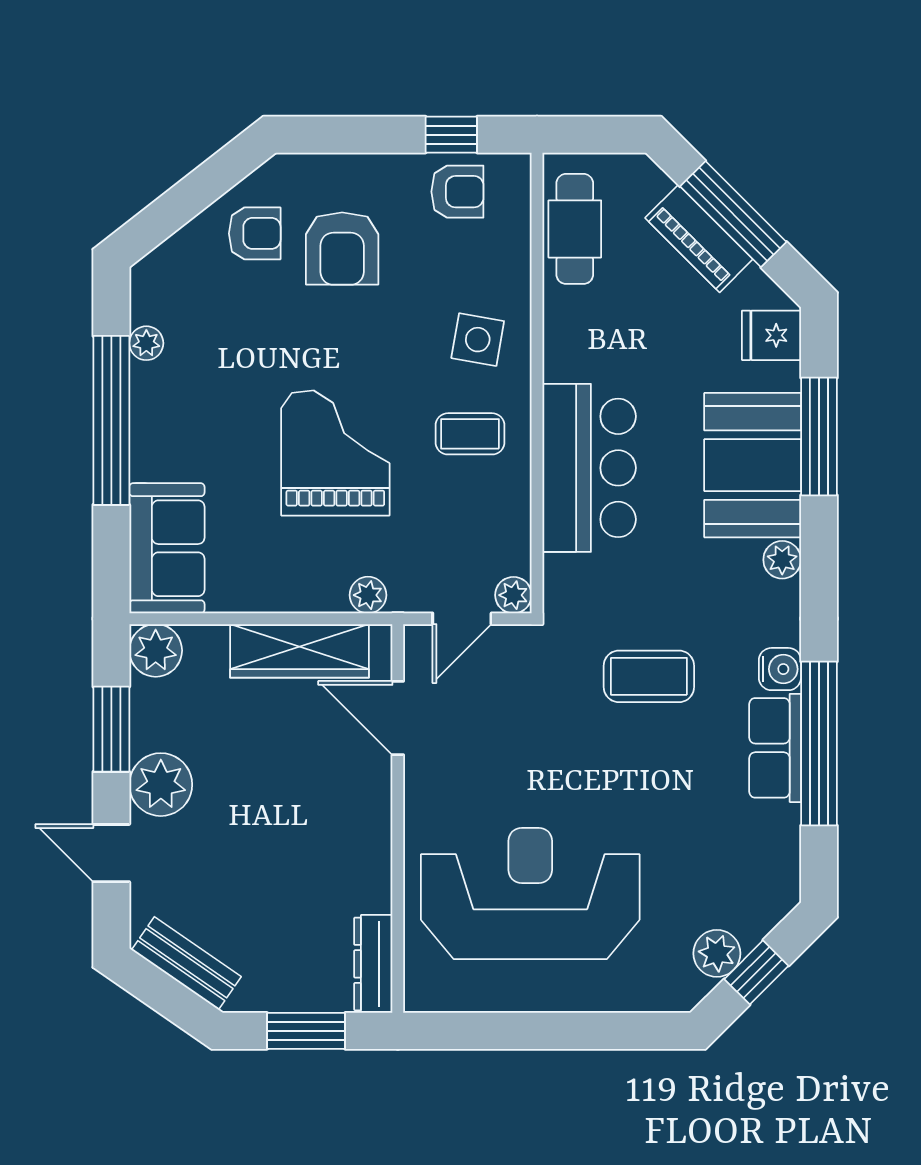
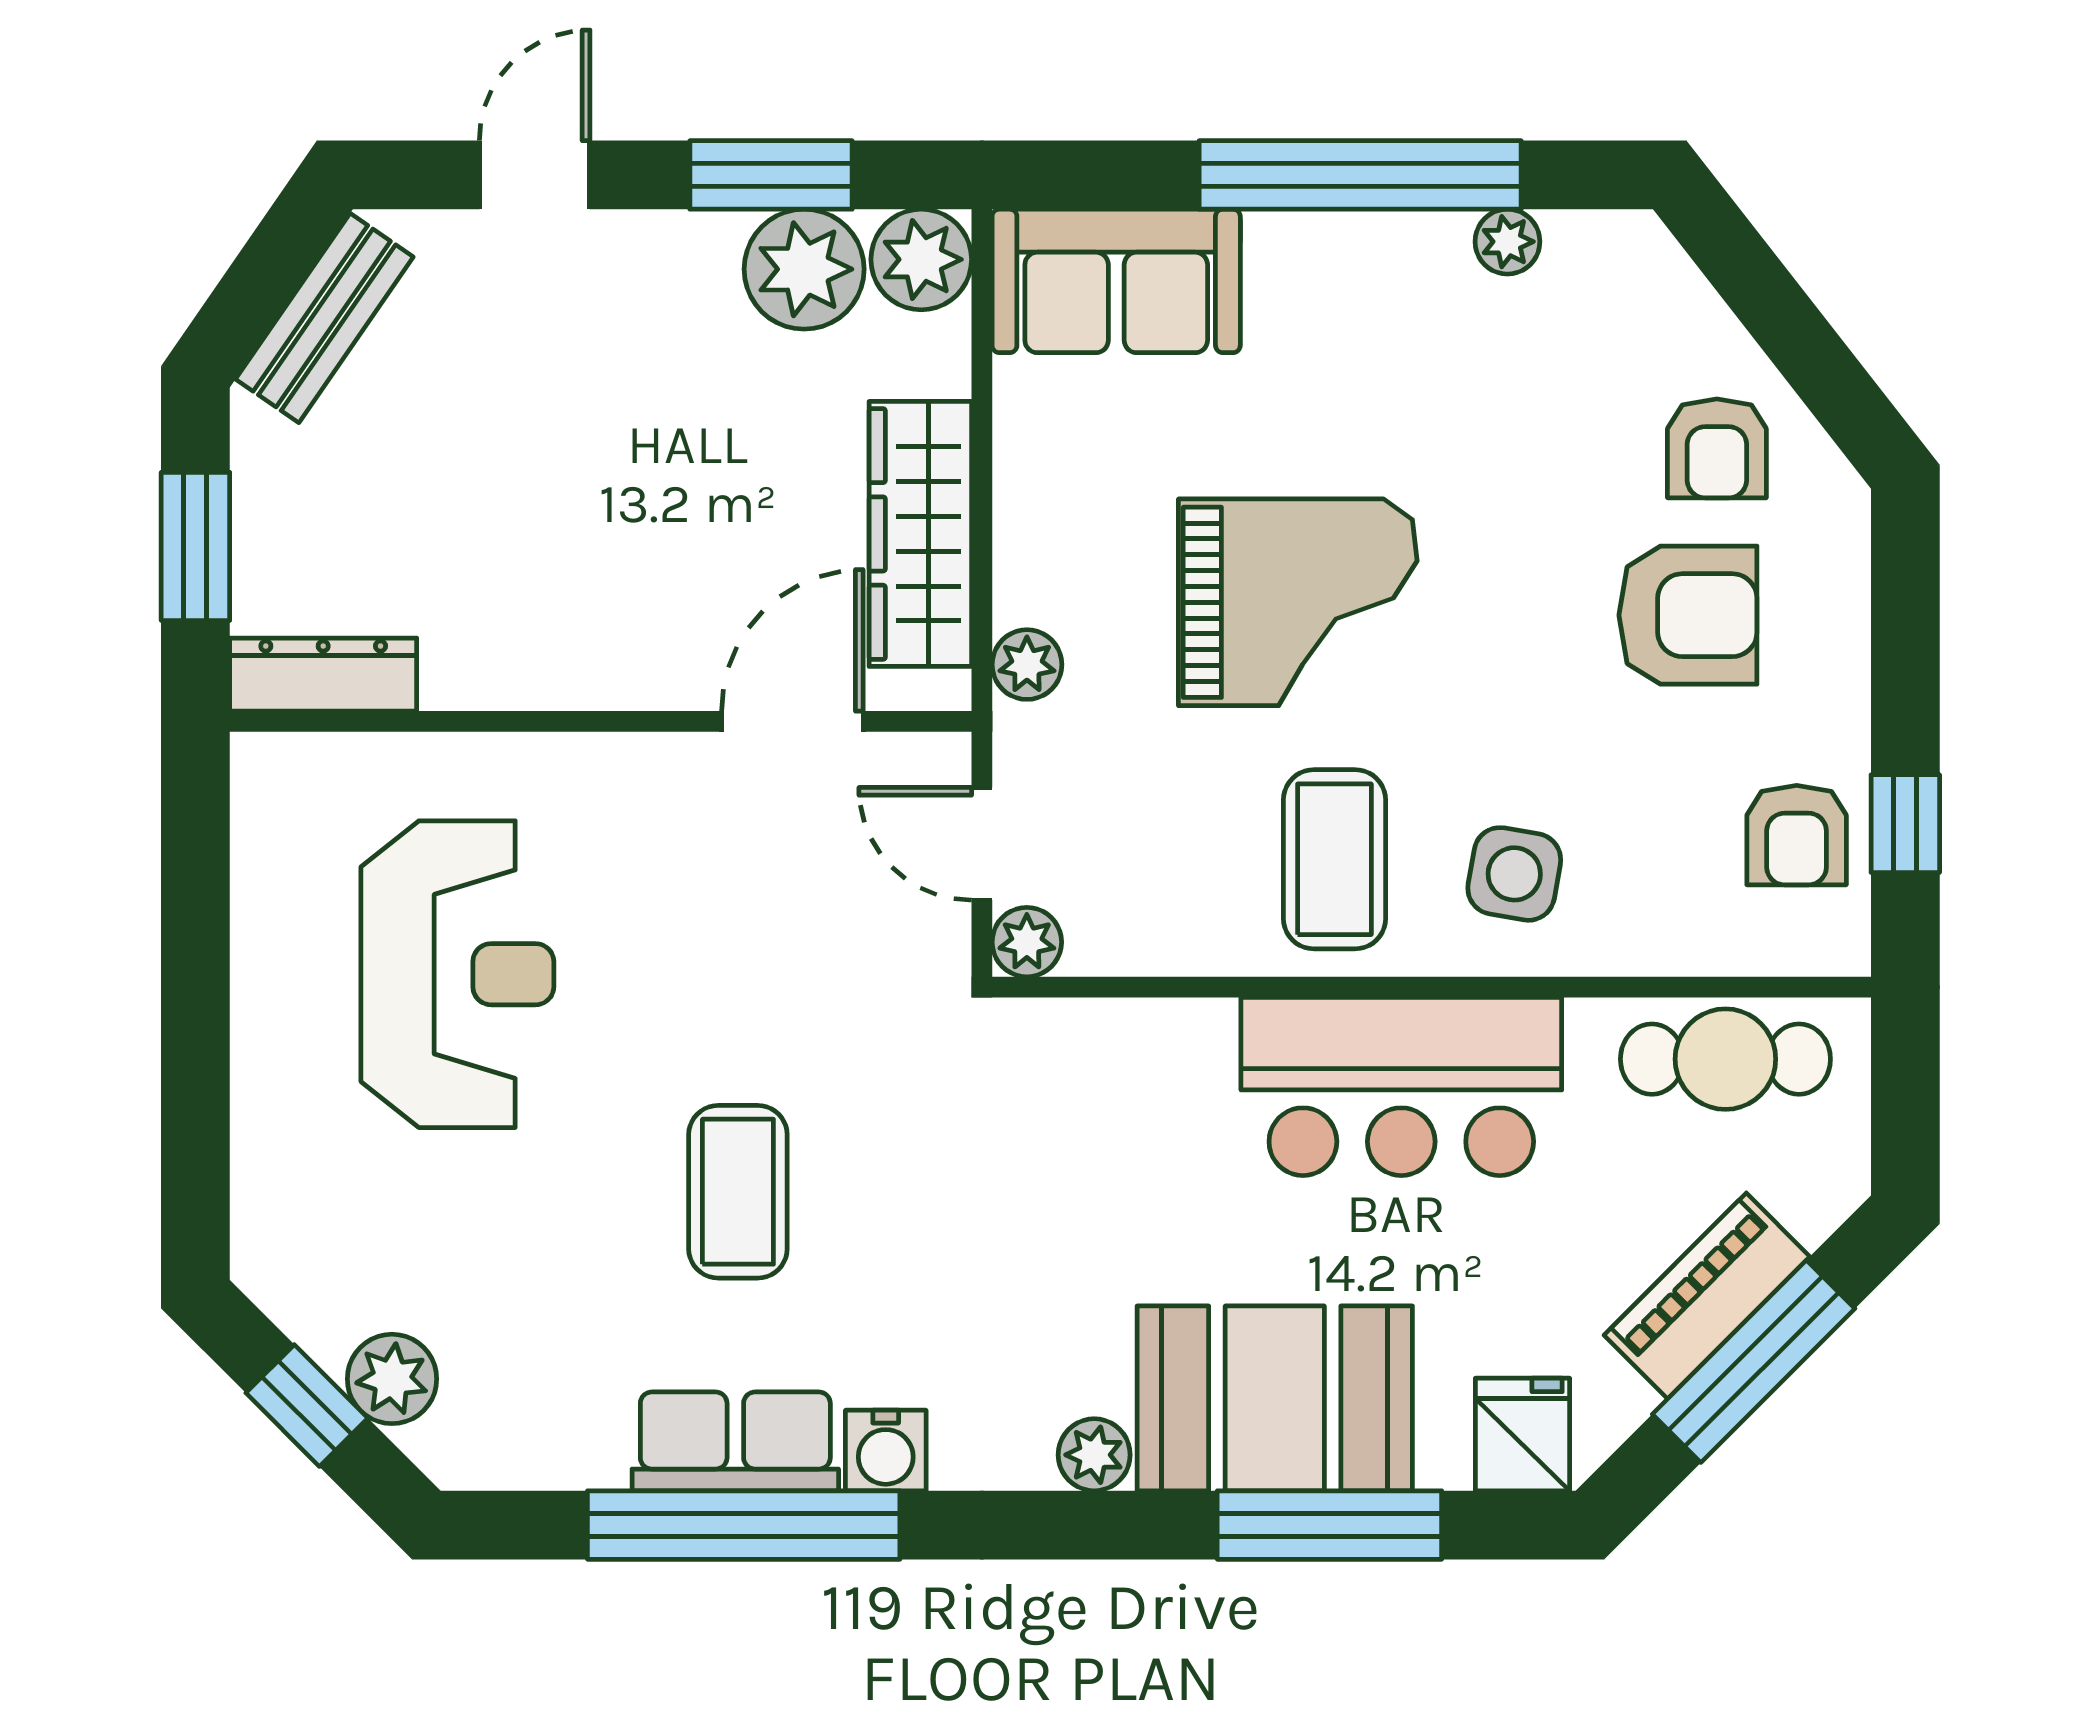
armchair: (342, 249) -> (1688, 615), turned 180
coffee table: (470, 434) -> (1334, 859), width x1.36, depth x1.30
bar counter: (589, 468) -> (1401, 1086), moved
coffee table: (649, 676) -> (738, 1192), moved
plant: (161, 785) -> (804, 269), moved
reception desk: (530, 894) -> (457, 974), width x0.74, depth x0.77
plant: (717, 953) -> (392, 1379), moved

